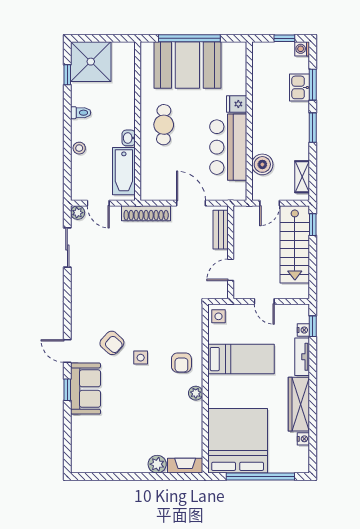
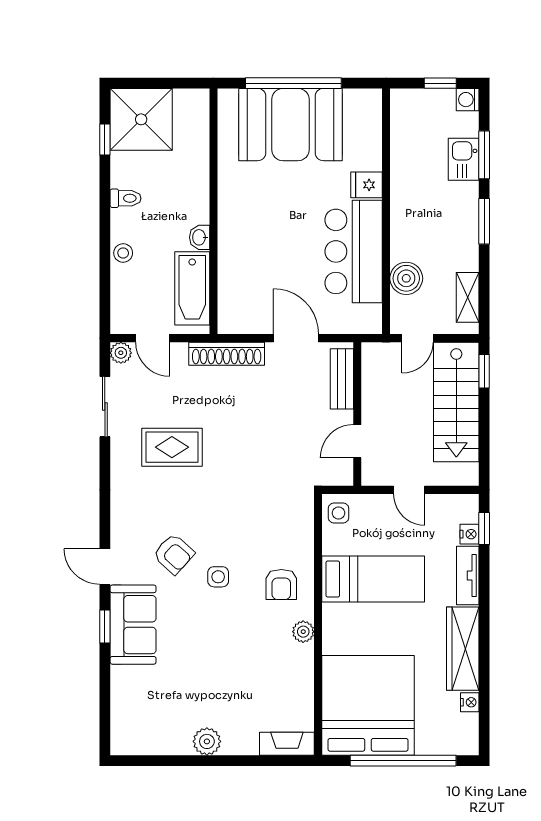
cafe table: (164, 125) -> (254, 217), removed
rug: (111, 274) -> (172, 447), added
plant: (157, 464) -> (207, 741), moved

